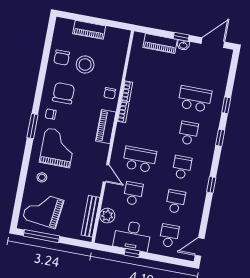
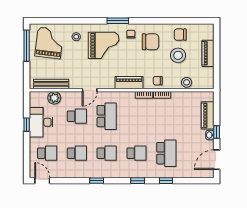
door: (213, 43) -> (217, 160), swing flipped
stool: (118, 61) -> (187, 82), added

